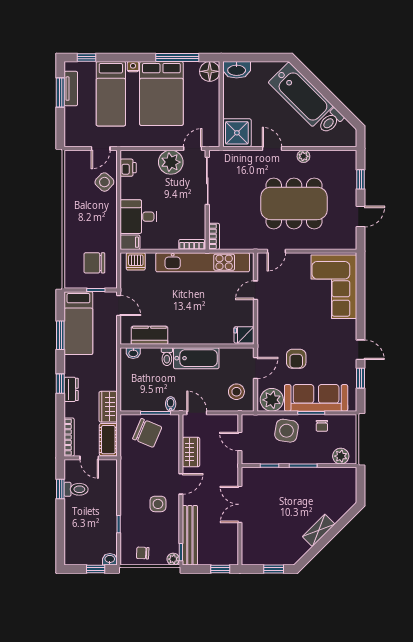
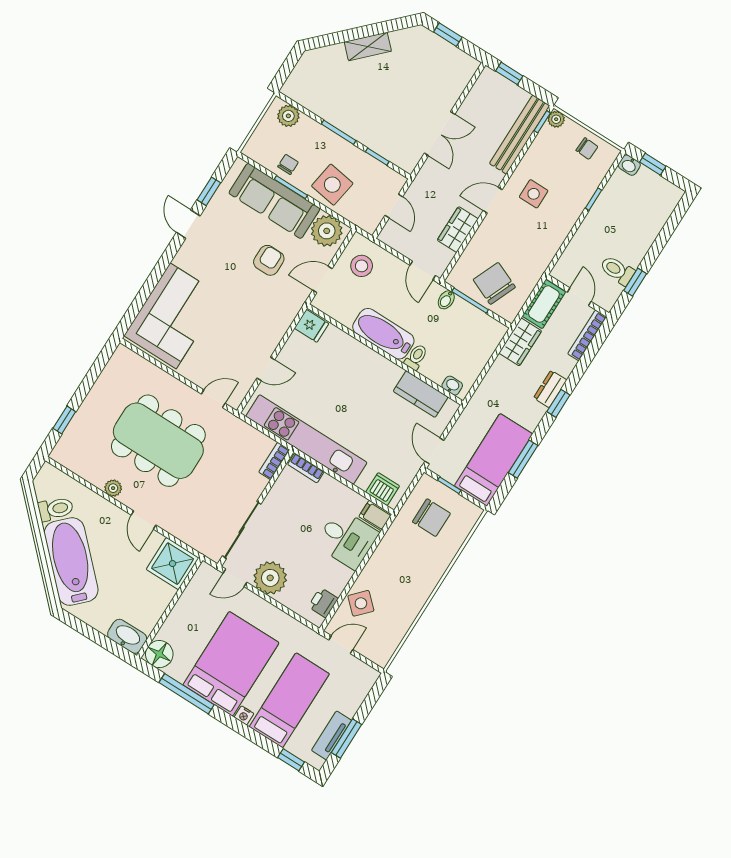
door: (360, 217) -> (91, 377), removed

